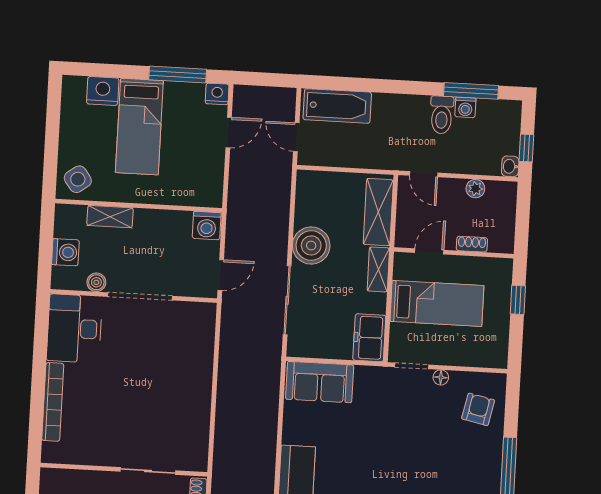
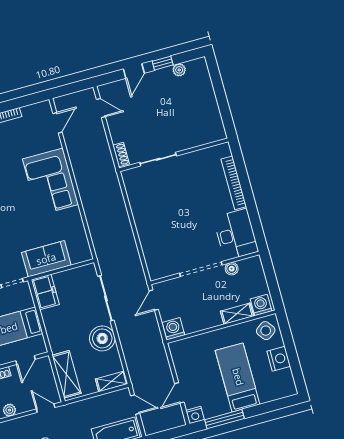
nightstand: (103, 91) -> (279, 359), moved, turned -90
washing machine: (65, 252) -> (261, 305), moved, turned 90
shelving: (378, 269) -> (112, 381), moved, turned 90
sofa: (320, 382) -> (46, 259), moved

